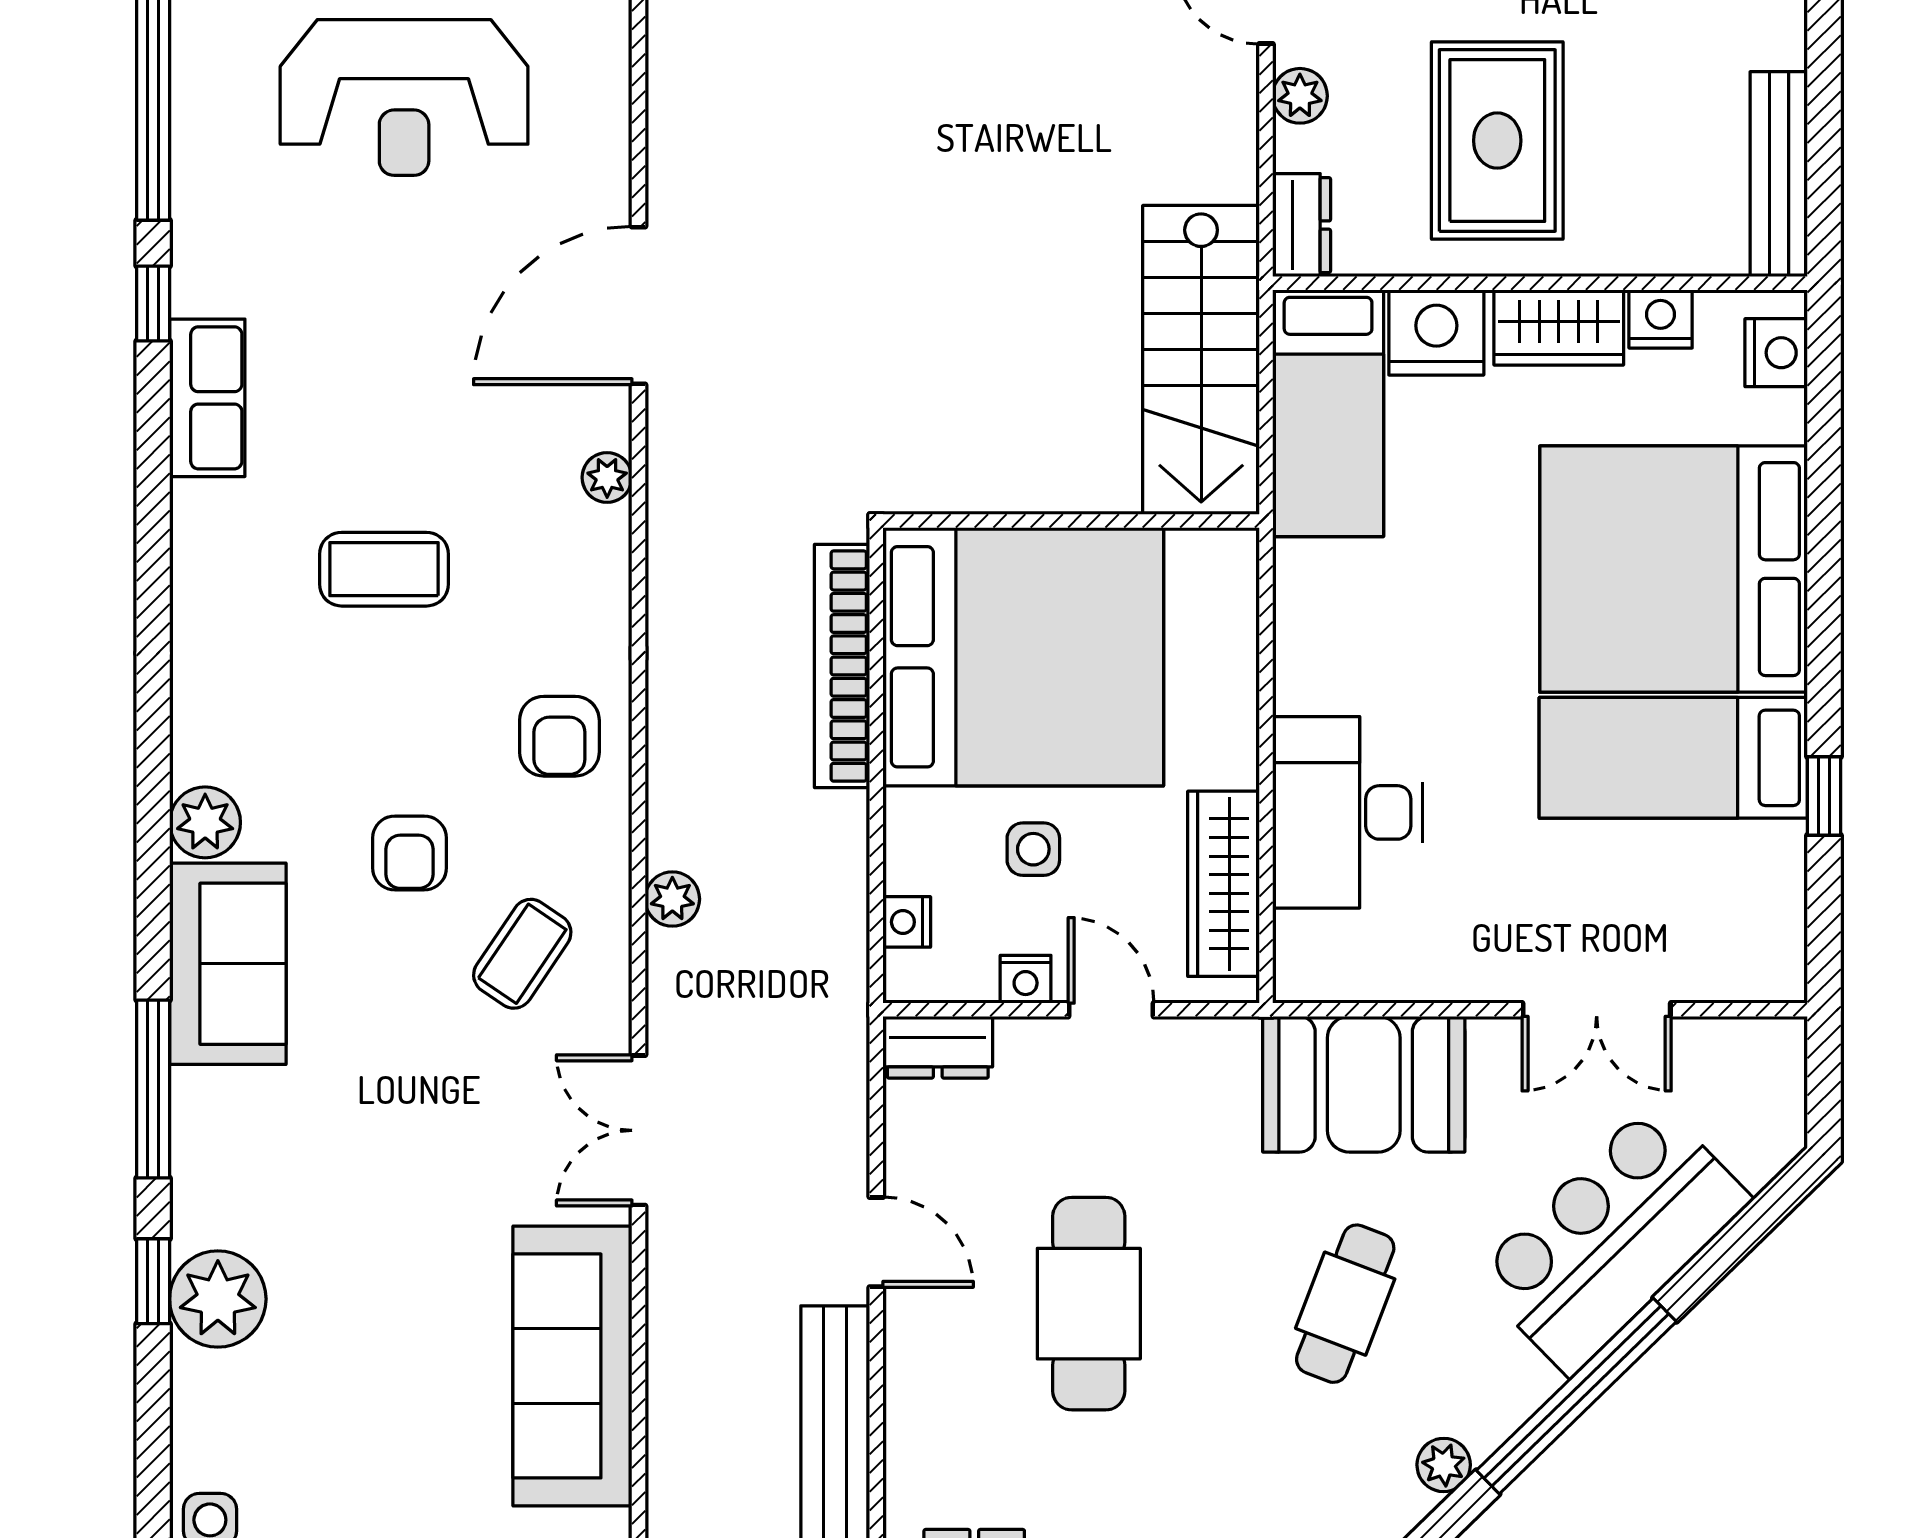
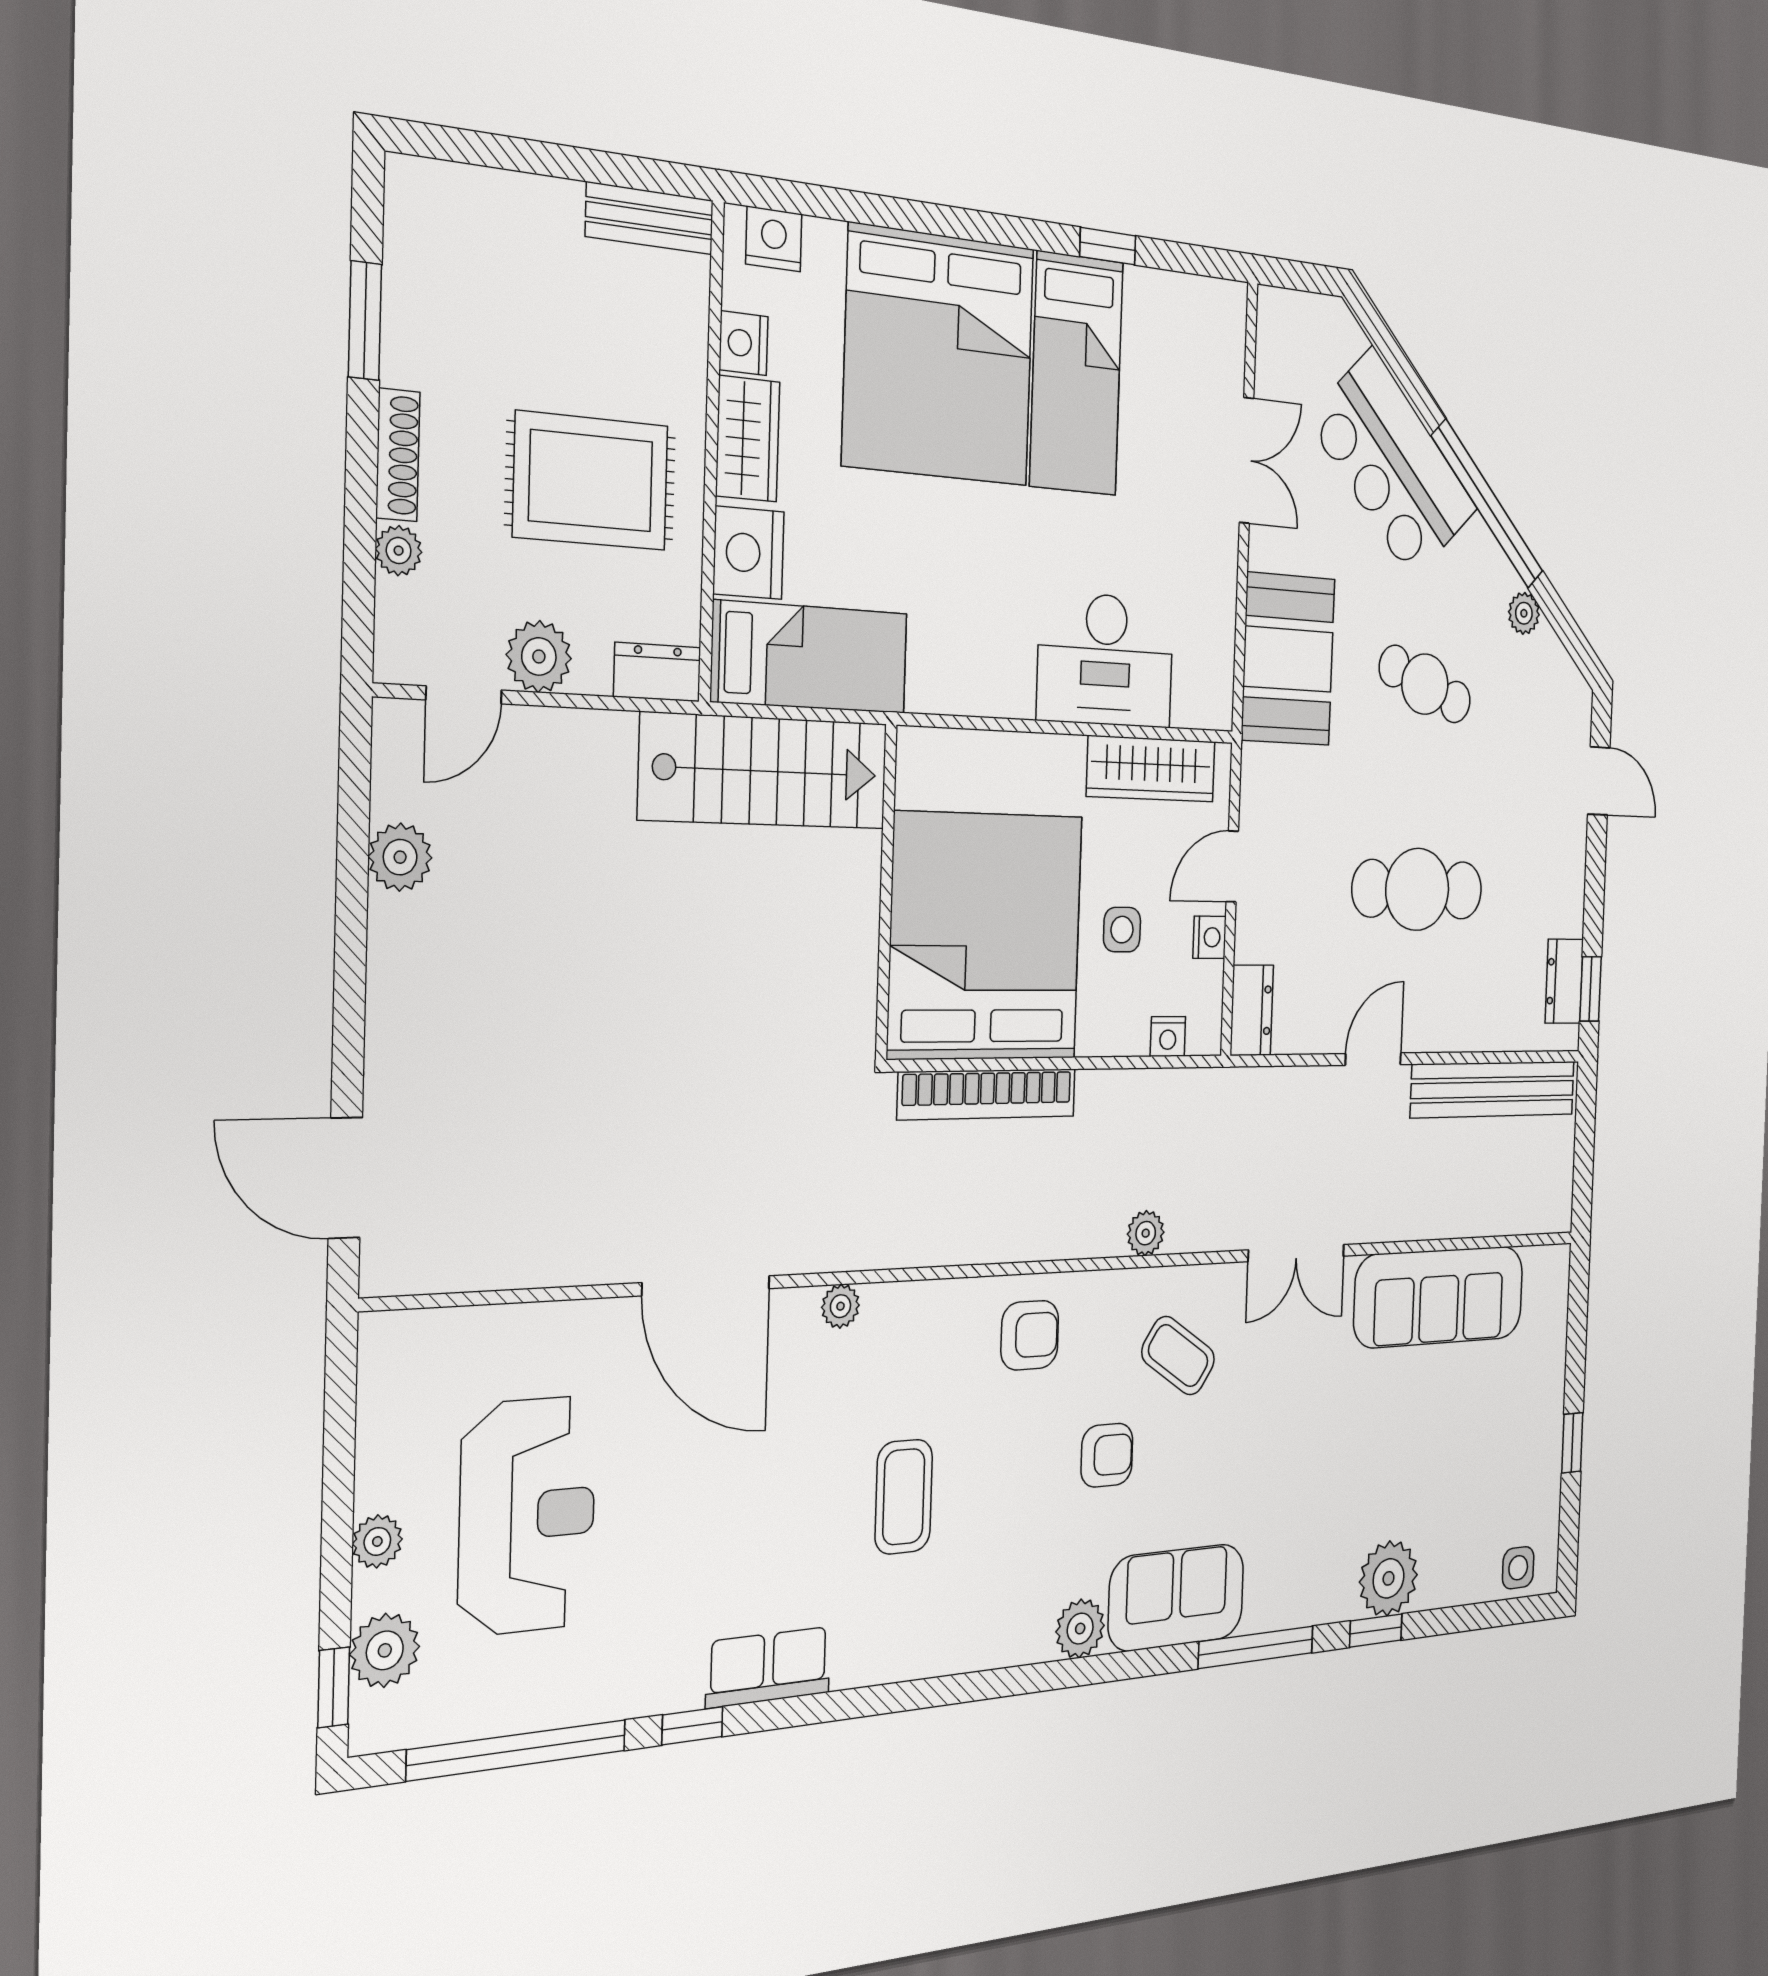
plant: (1300, 96) -> (539, 656), width x1.38, depth x1.38
bench: (1779, 174) -> (650, 218), width x0.73

